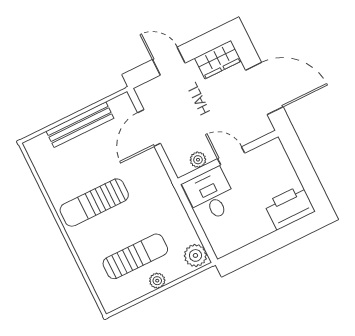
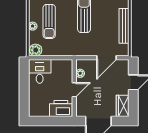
door: (149, 128) -> (106, 58), swing flipped
desk: (210, 195) -> (40, 71), moved, turned -90
printer: (289, 207) -> (61, 109), moved, turned -90

